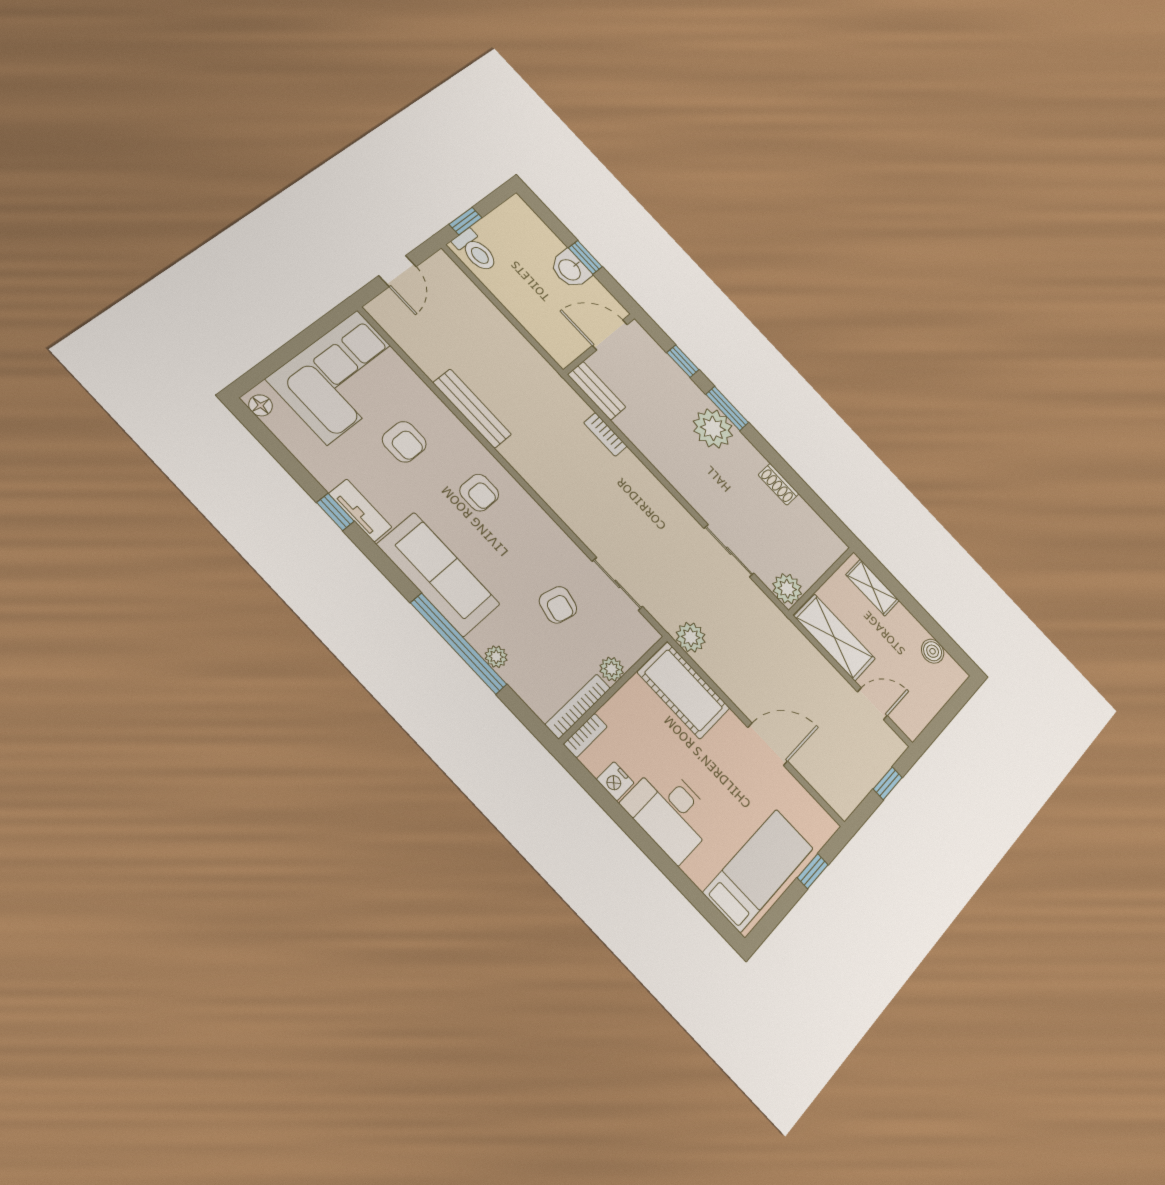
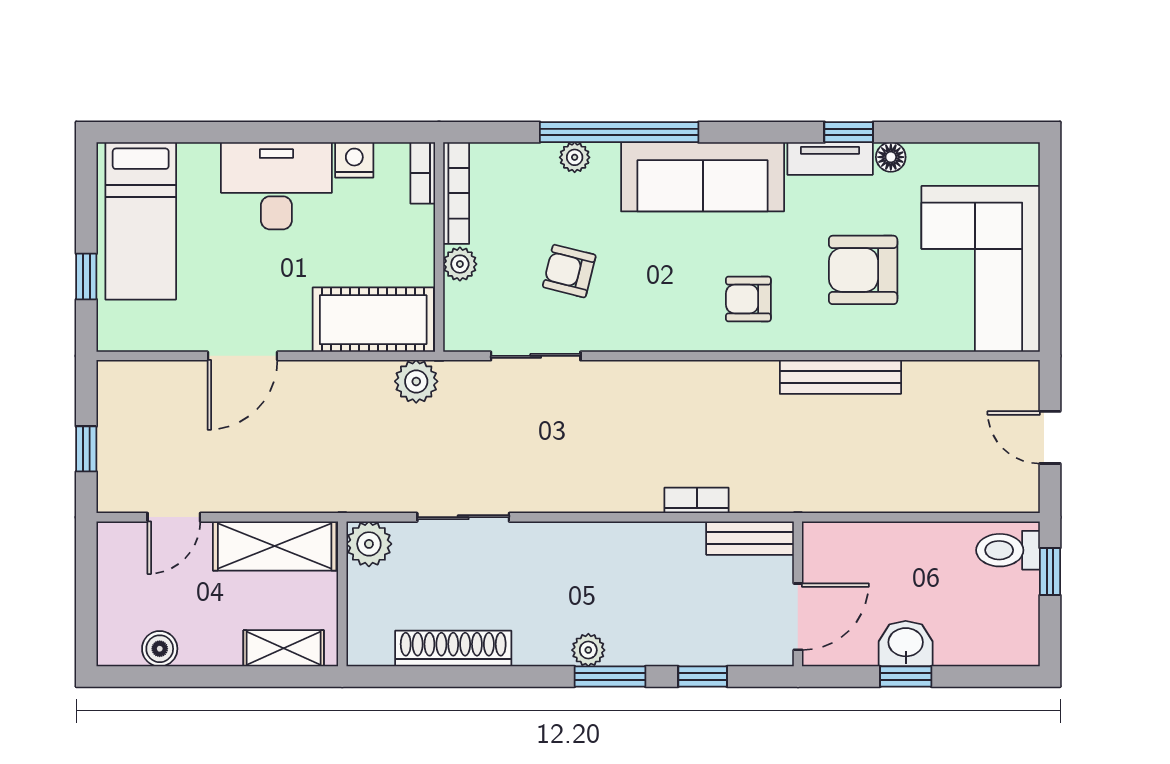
floor lamp: (261, 405) -> (891, 157), moved
plant: (713, 428) -> (588, 650), width x0.53, depth x0.53
armchair: (404, 442) -> (863, 270), width x1.38, depth x1.38
shoe rack: (779, 484) -> (453, 648), width x1.94, depth x1.24

